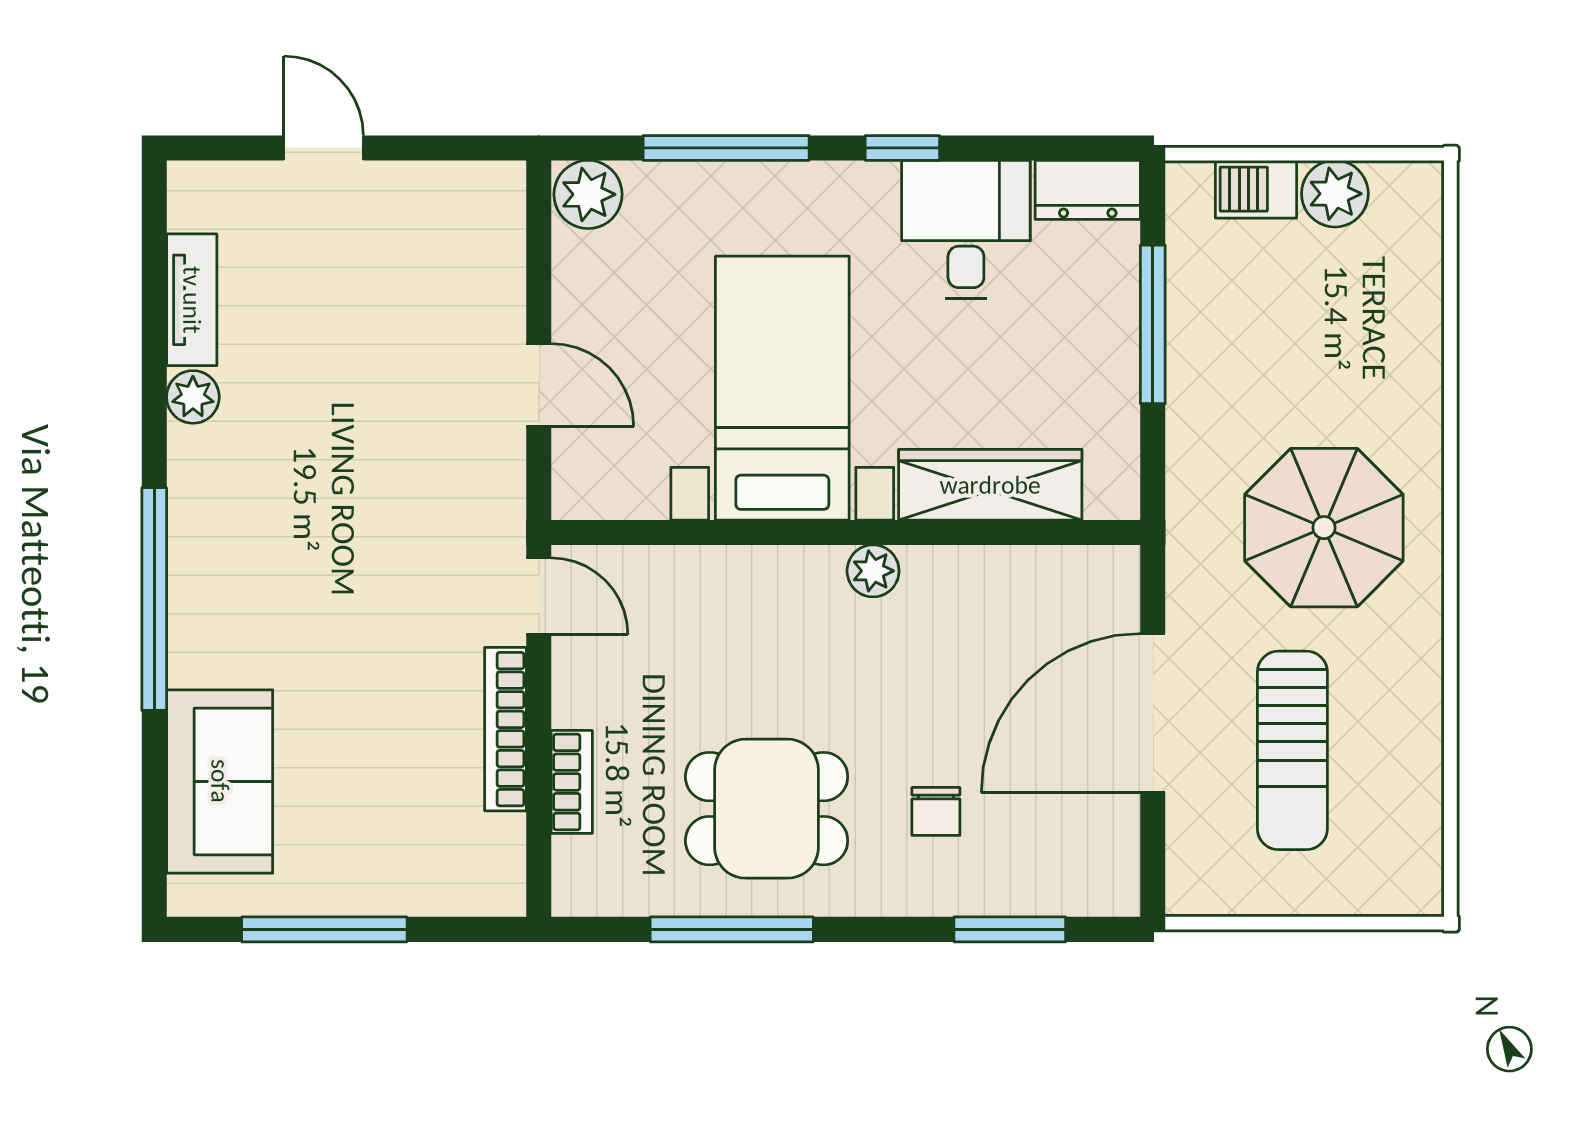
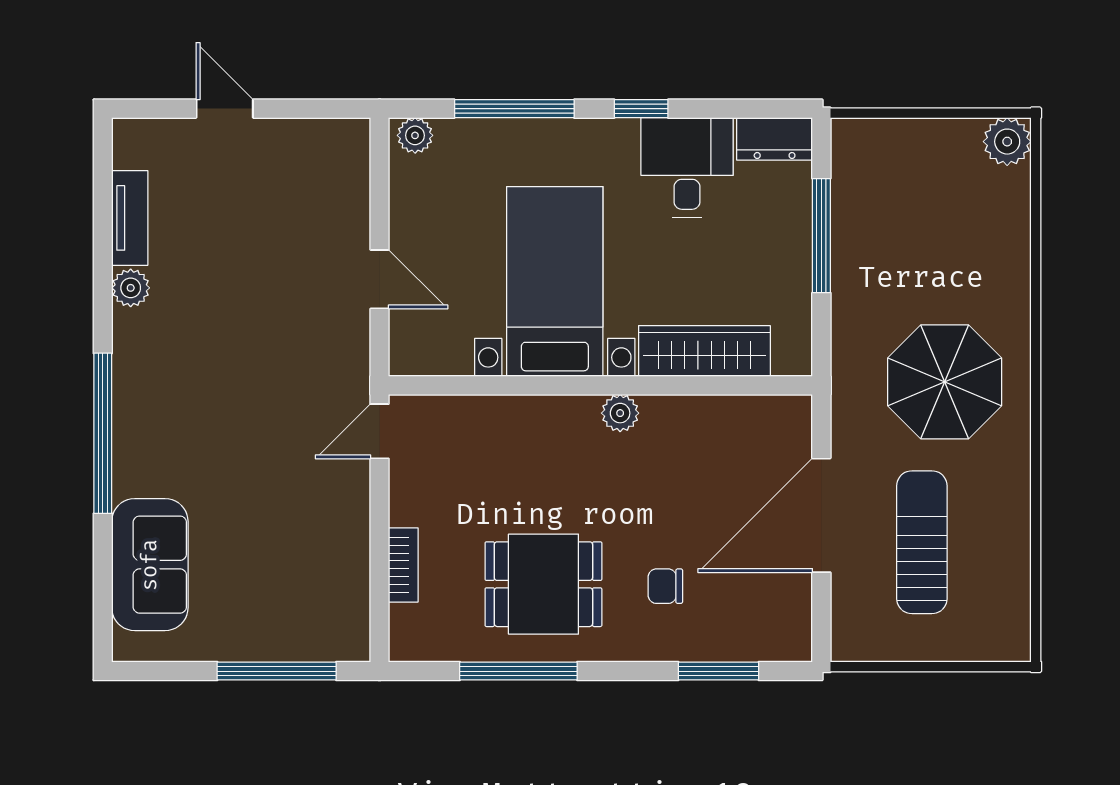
barbecue: (1256, 189) -> (896, 138), removed
plant: (588, 194) -> (415, 135), width x0.73, depth x0.73
plant: (1335, 194) -> (1007, 142), moved
door: (539, 596) -> (379, 431), swing flipped
bookcase: (505, 729) -> (356, 527), removed
sun lounger: (1292, 750) -> (922, 542), turned 180
chair: (936, 811) -> (665, 586), turned 90
window: (324, 929) -> (277, 671), moved

